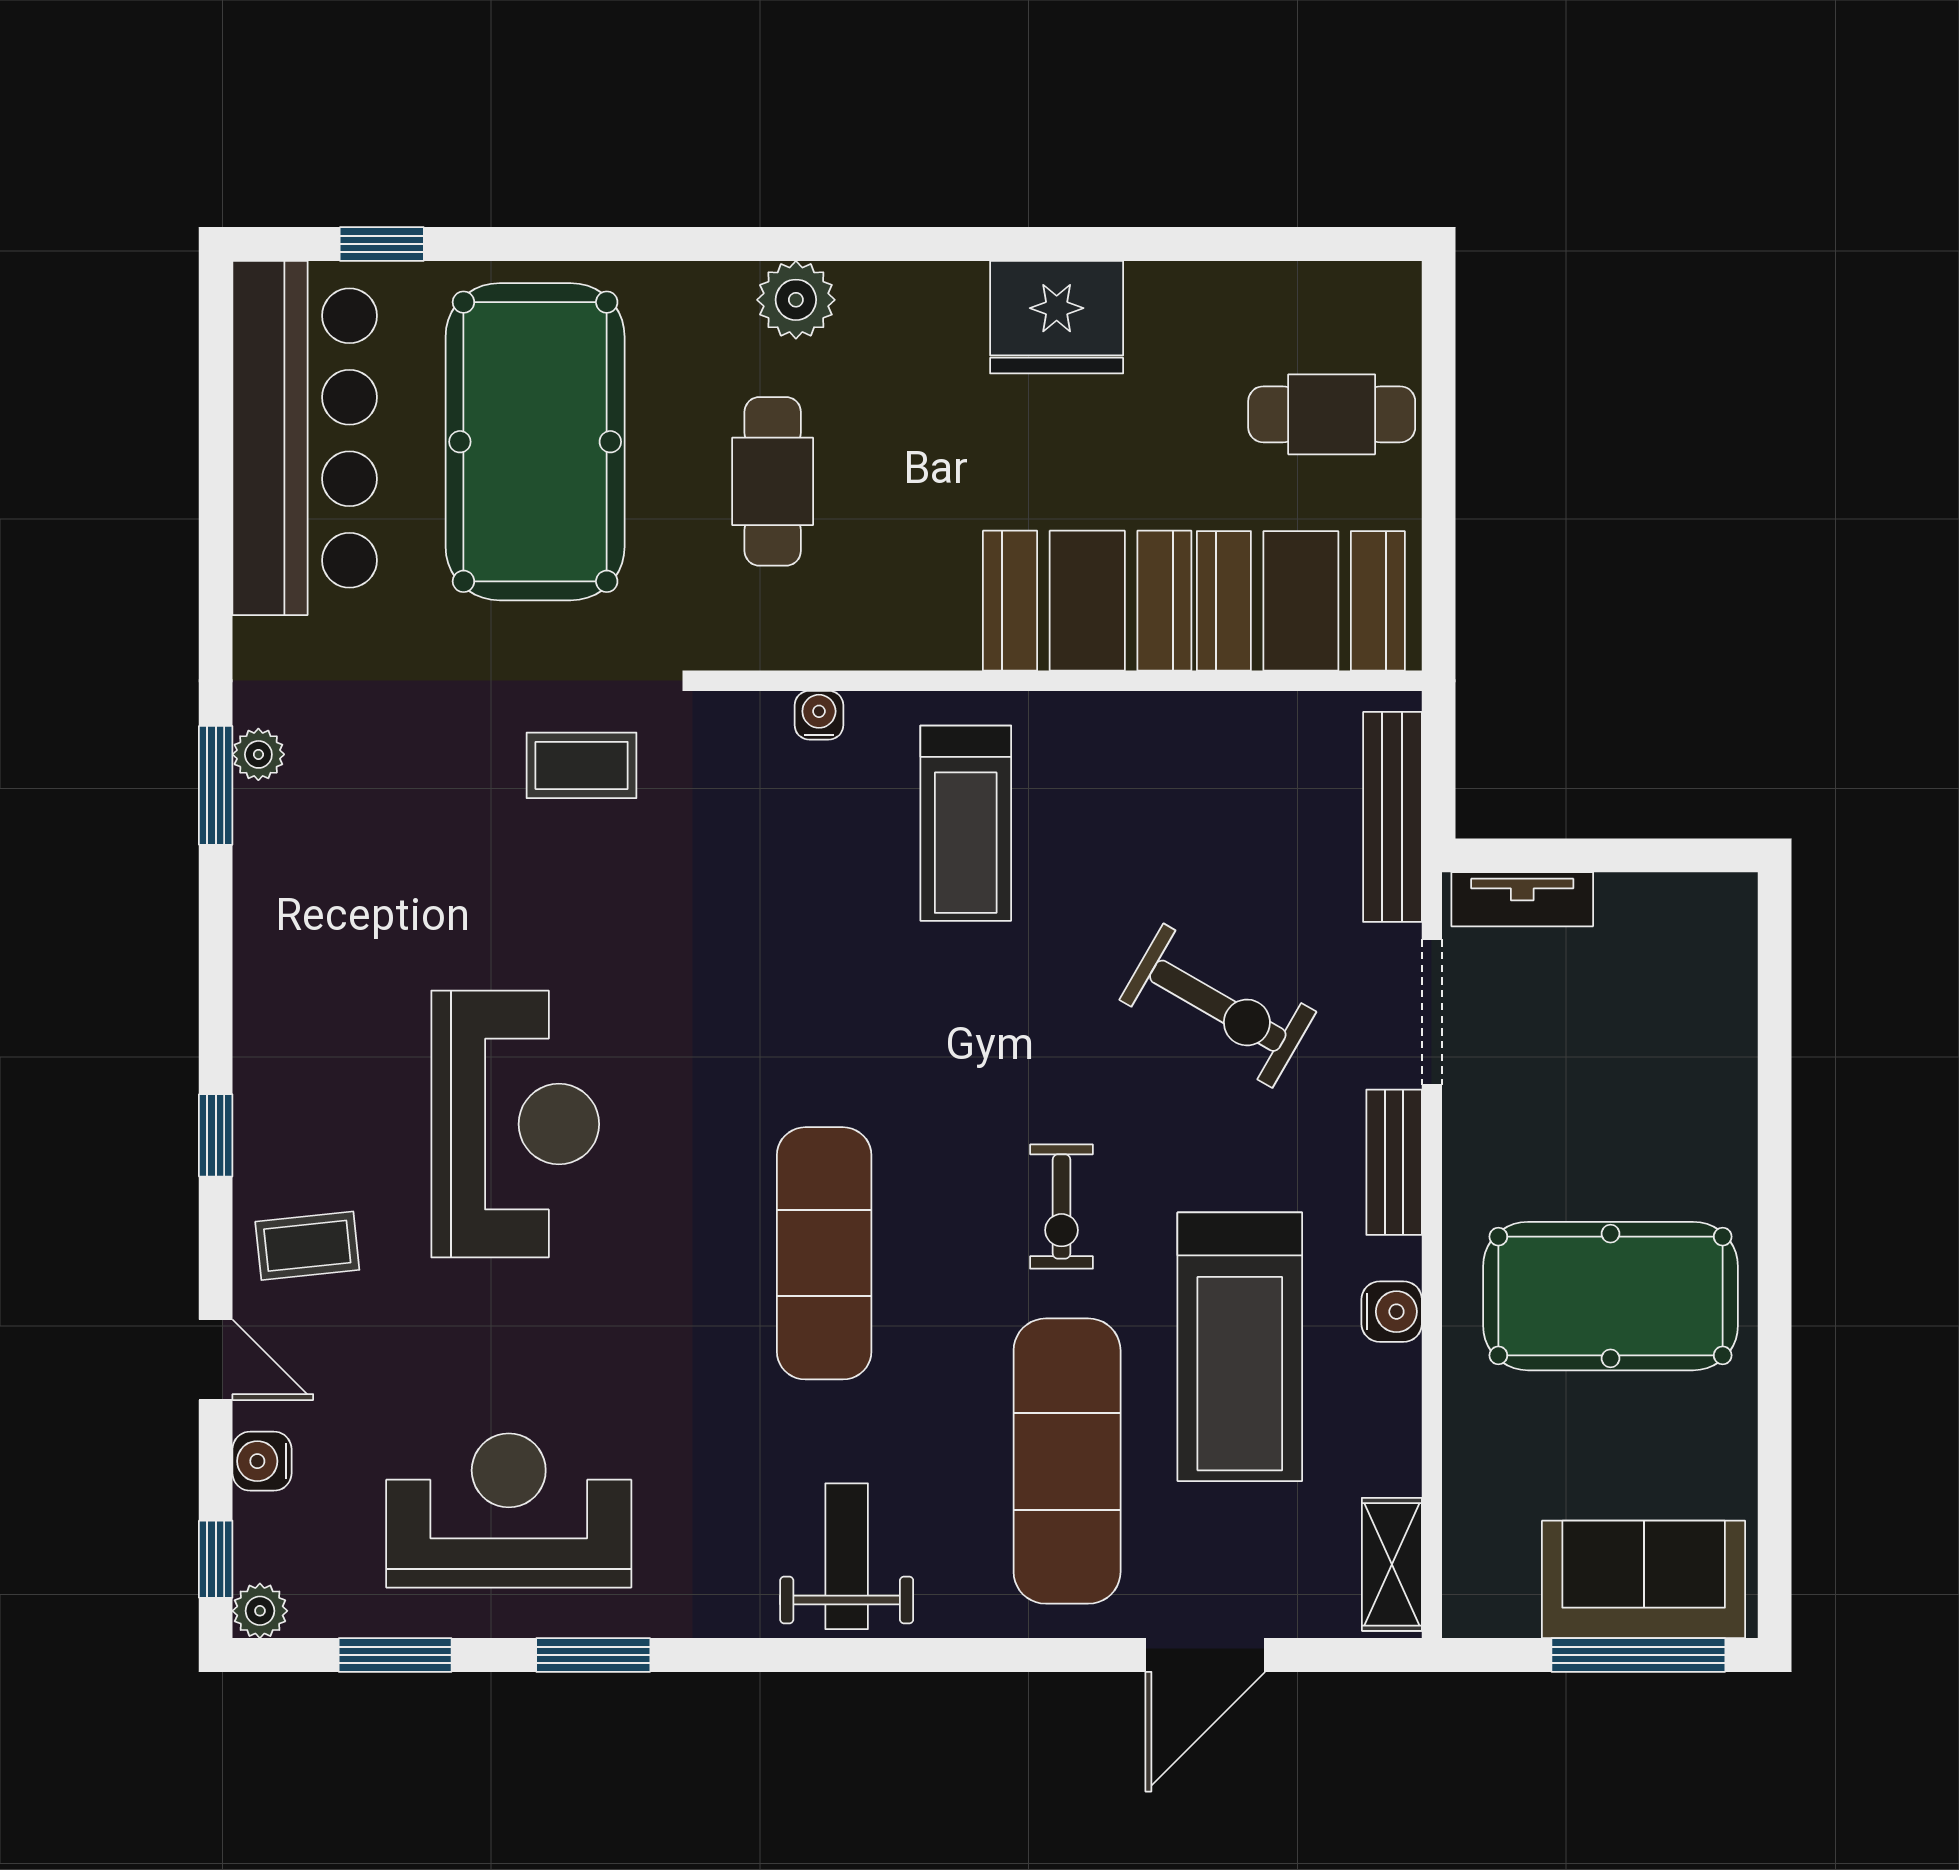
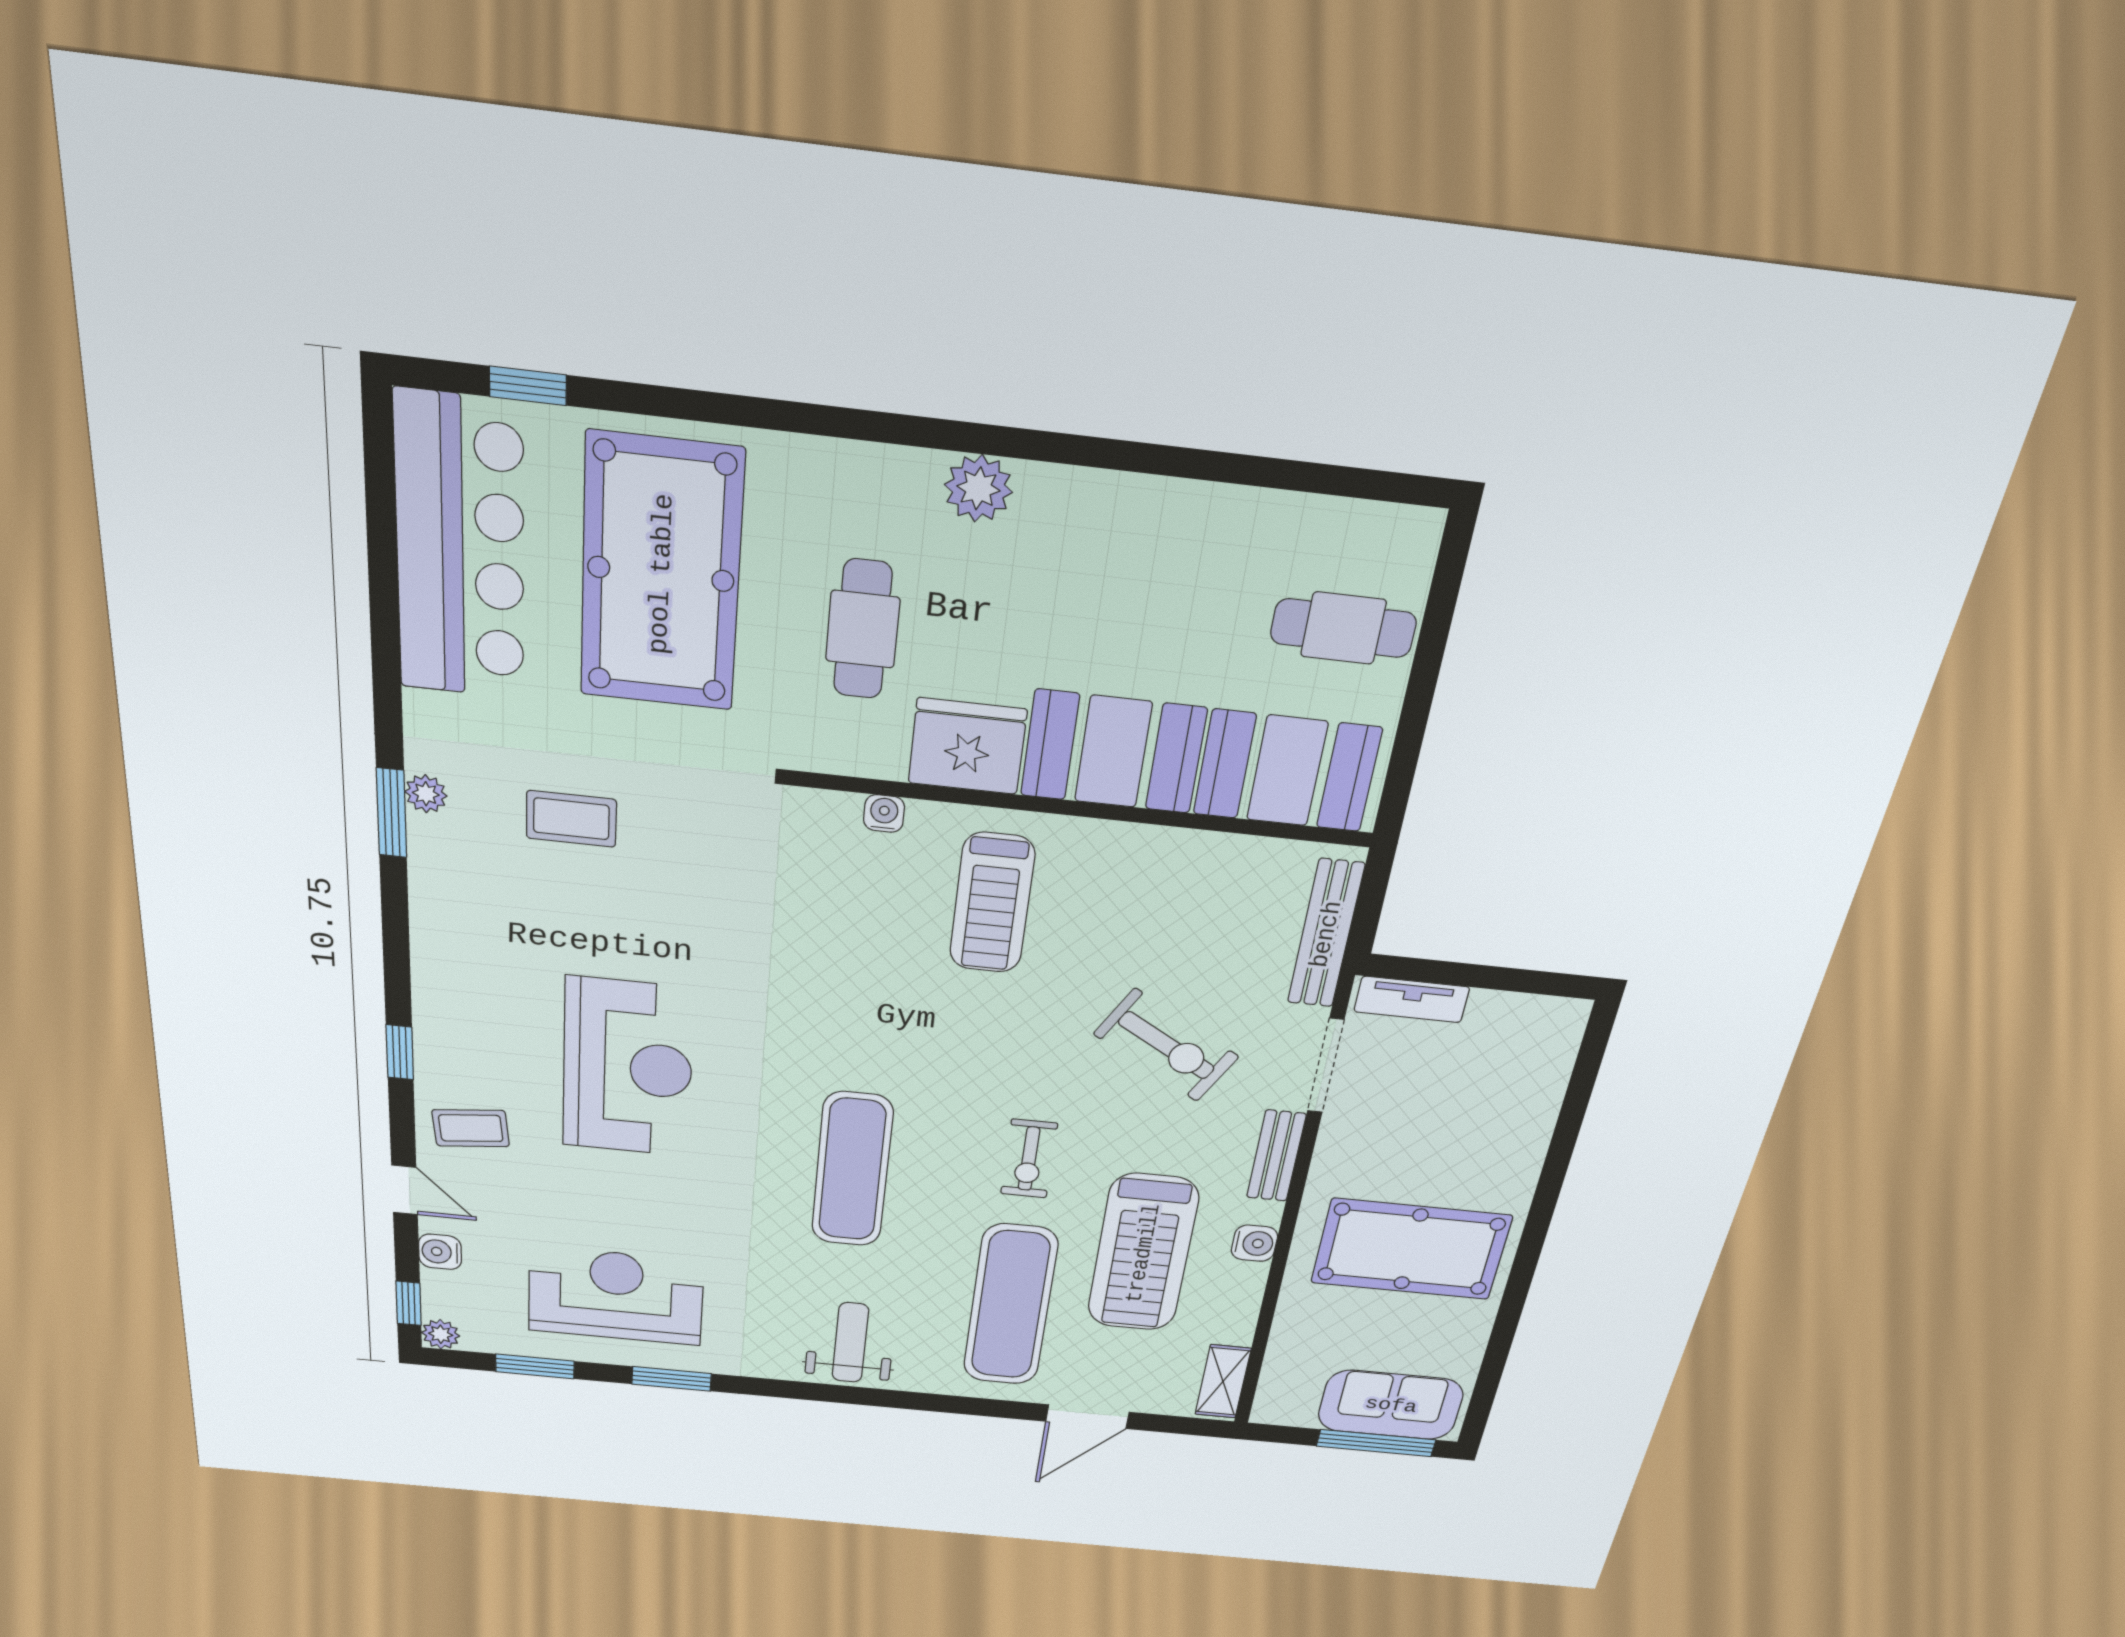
plant: (796, 300) -> (978, 488), moved
fridge: (1057, 317) -> (967, 746), moved, turned 180
coffee table: (582, 765) -> (571, 819), moved

